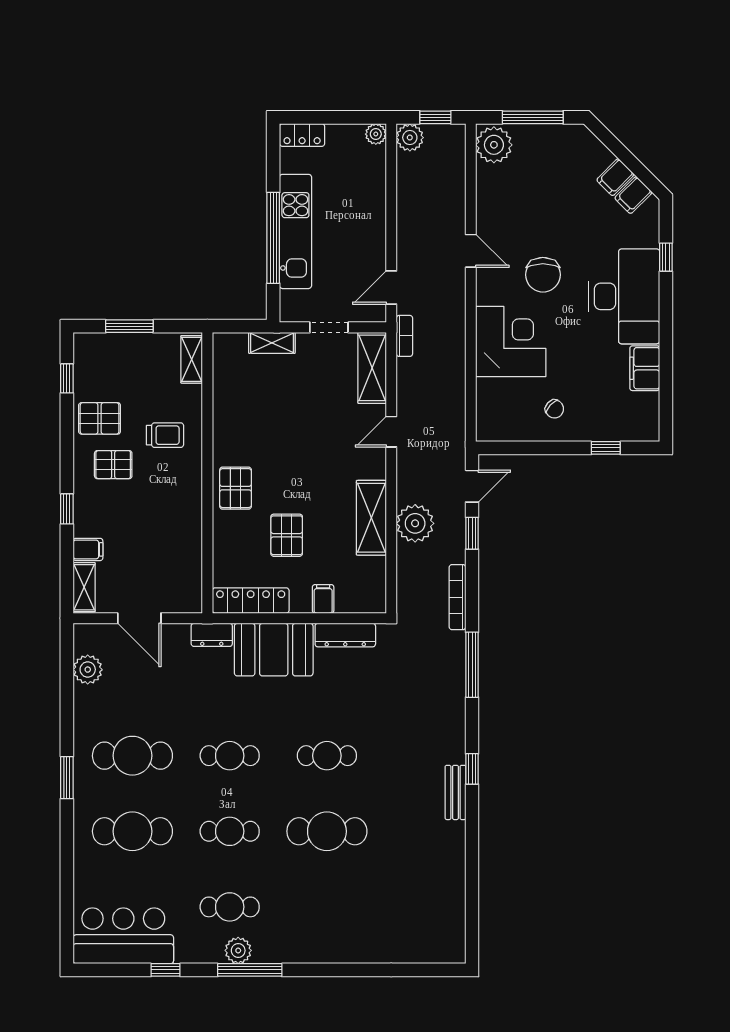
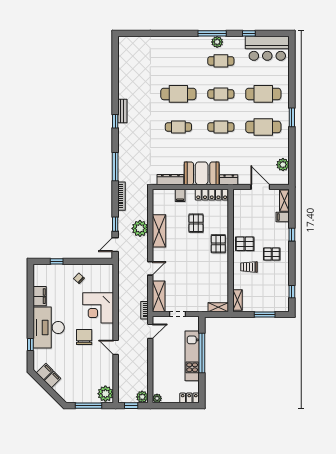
shelving: (272, 343) -> (218, 307), moved
pallet: (100, 418) -> (245, 244), moved

